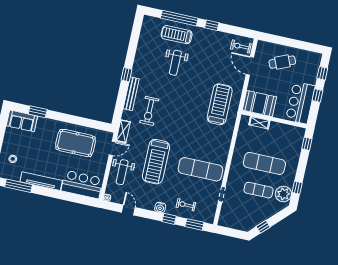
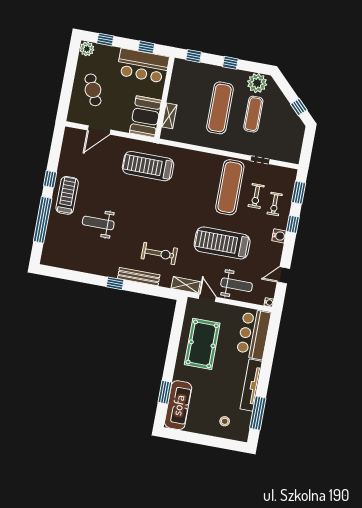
treadmill: (177, 35) -> (67, 195), moved, turned 180
exercise bike: (241, 46) -> (256, 196), moved
plant: (315, 58) -> (87, 49), added
weight bench: (175, 63) -> (98, 223), turned 180
window: (317, 95) -> (146, 47), moved
sofa: (22, 121) -> (178, 405), width x1.36
treadmill: (156, 162) -> (222, 243), turned 180
window: (297, 188) -> (230, 63), moved

